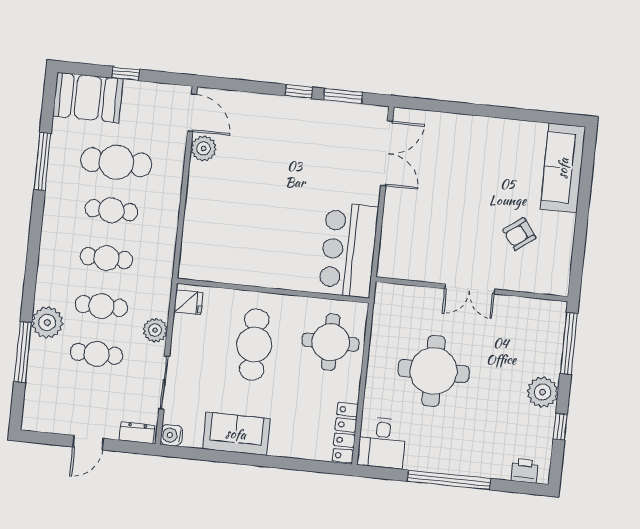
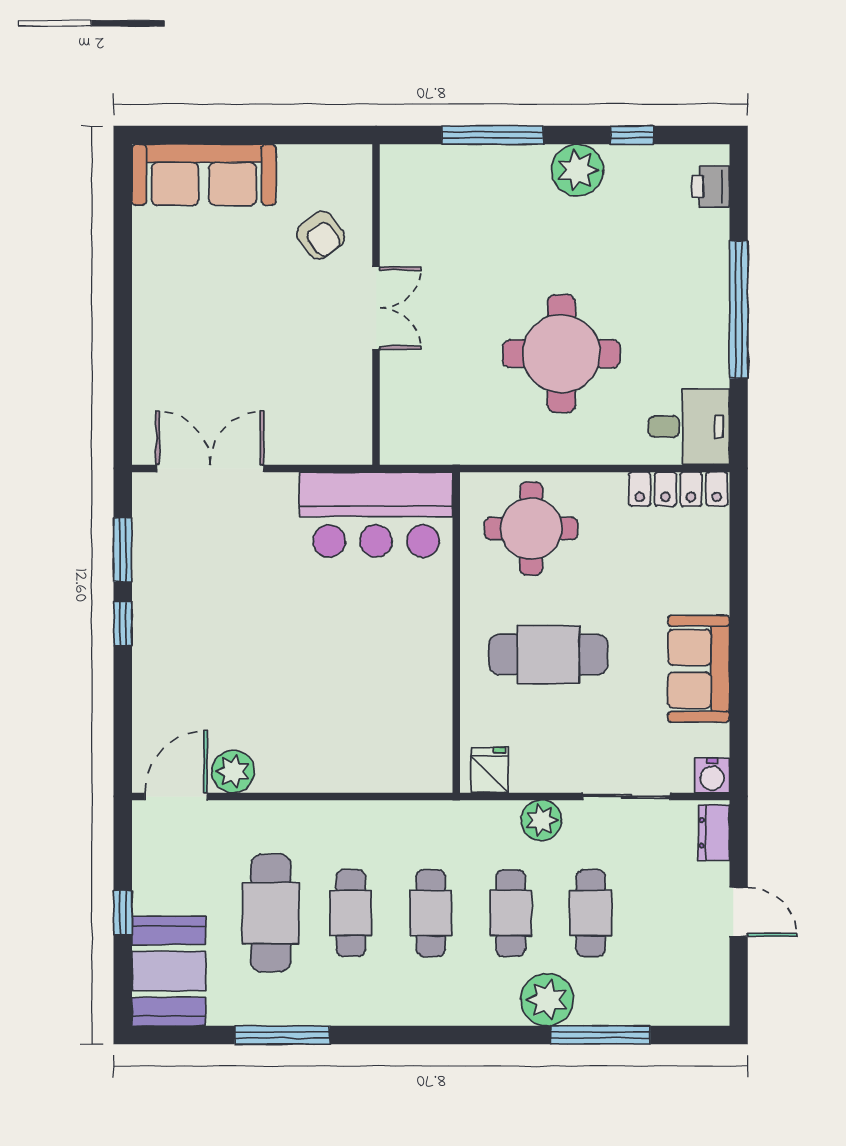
double door: (470, 289) -> (376, 308), moved
wall: (472, 289) -> (376, 304), moved

